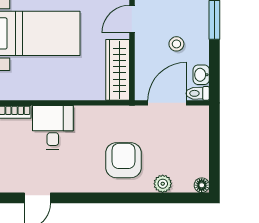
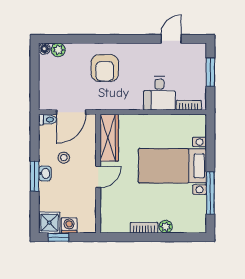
washbasin: (201, 75) -> (45, 173), moved
plant: (163, 184) -> (58, 50), moved

